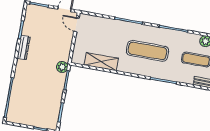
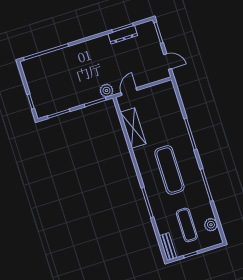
door: (76, 25) -> (129, 92), moved
dresser: (24, 48) -> (123, 35), moved

